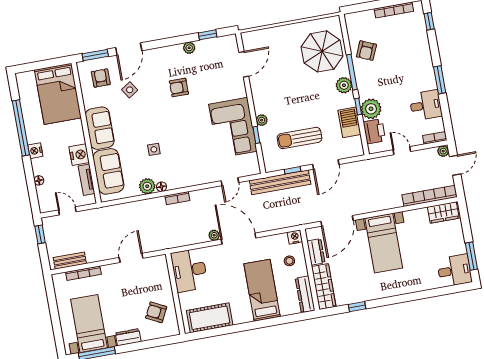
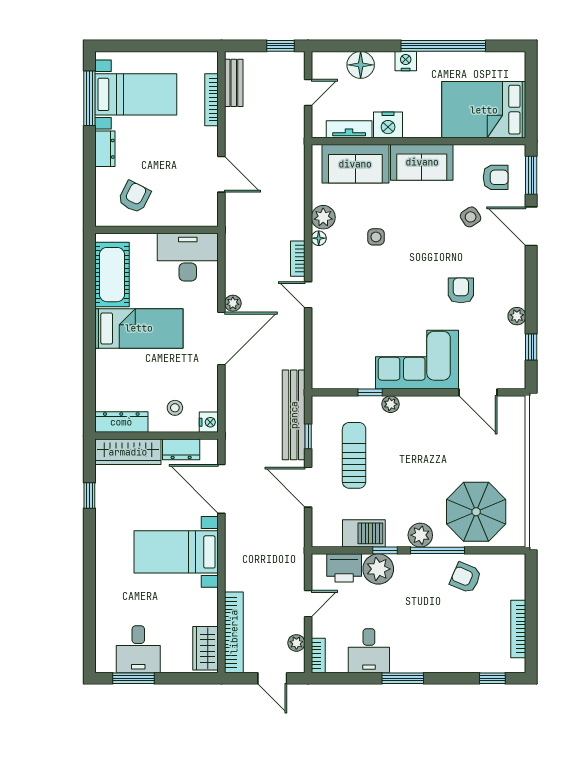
corner sofa: (233, 128) -> (417, 360), moved
plant: (443, 151) -> (296, 643), moved
floor lamp: (39, 180) -> (361, 65), width x1.89, depth x1.89
door: (230, 182) -> (308, 295), moved
desk: (454, 271) -> (138, 649), moved
bed: (262, 290) -> (139, 328), moved

